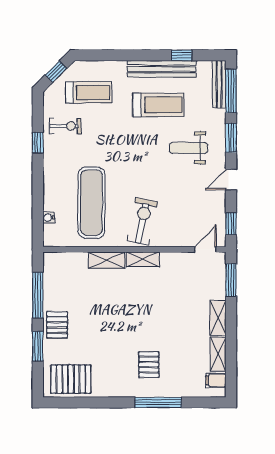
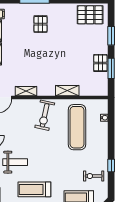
shelving: (143, 259) -> (26, 91), moved
window: (38, 295) -> (111, 68), width x0.69
pallet: (57, 325) -> (100, 63), moved

